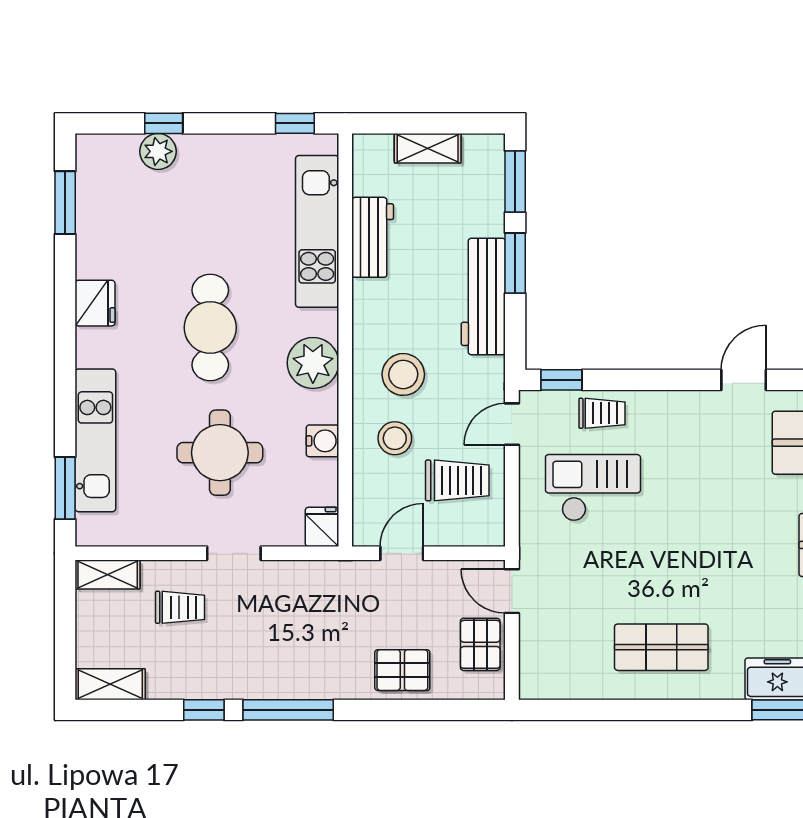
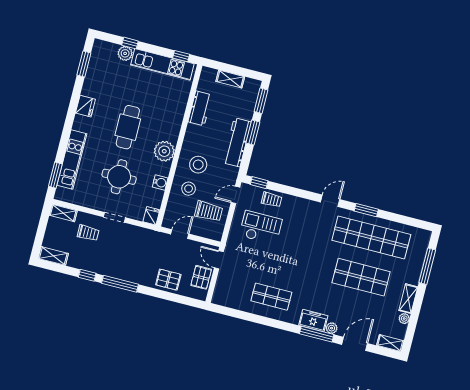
kitchen unit: (317, 231) -> (162, 64), moved, turned -90

